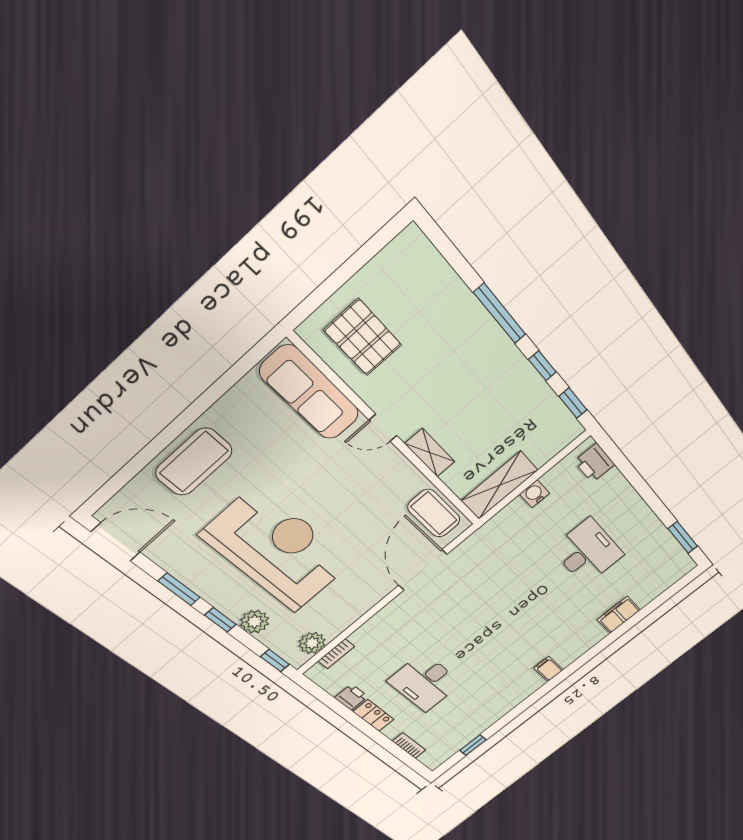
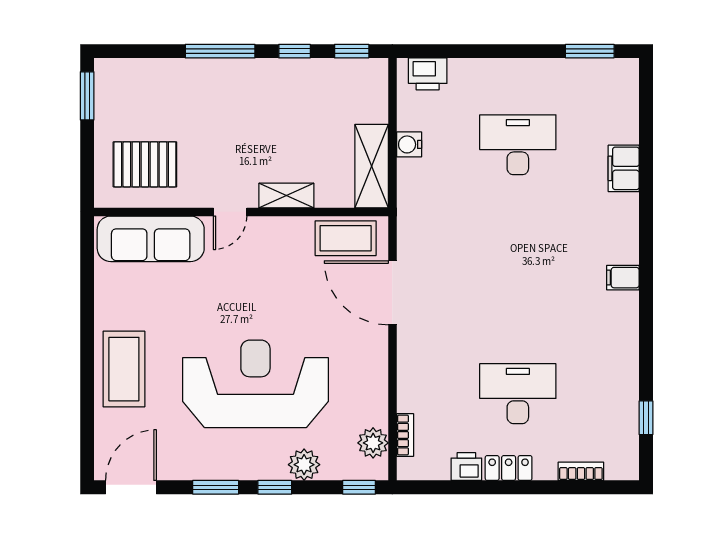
window: (377, 243) -> (87, 96), added
desk: (425, 682) -> (518, 394), turned 180

